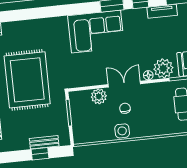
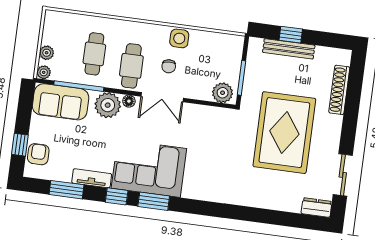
corner sofa: (96, 32) -> (149, 168), moved
plant: (99, 96) -> (223, 93), moved
cafe table: (153, 102) -> (131, 66), added
bench: (44, 142) -> (289, 49), width x1.36

